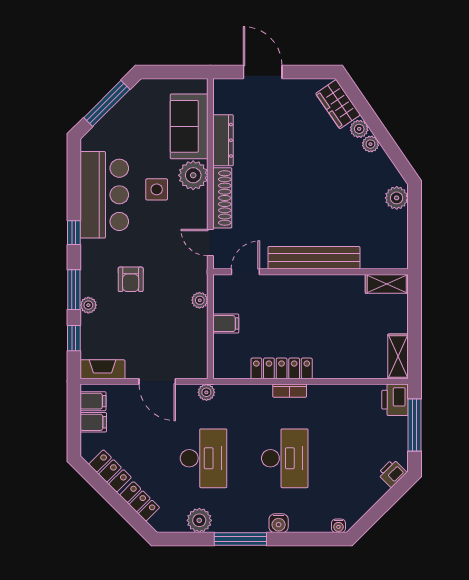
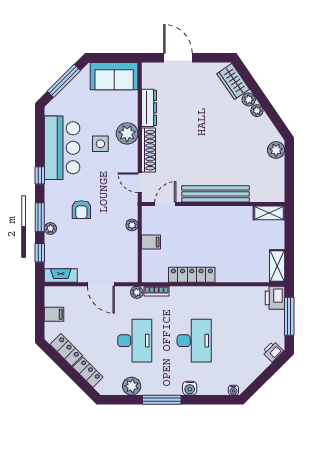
sofa: (189, 126) -> (114, 76), moved, turned -90
bookcase: (290, 391) -> (156, 291), moved
filing cabinet: (93, 401) -> (54, 299), removed

